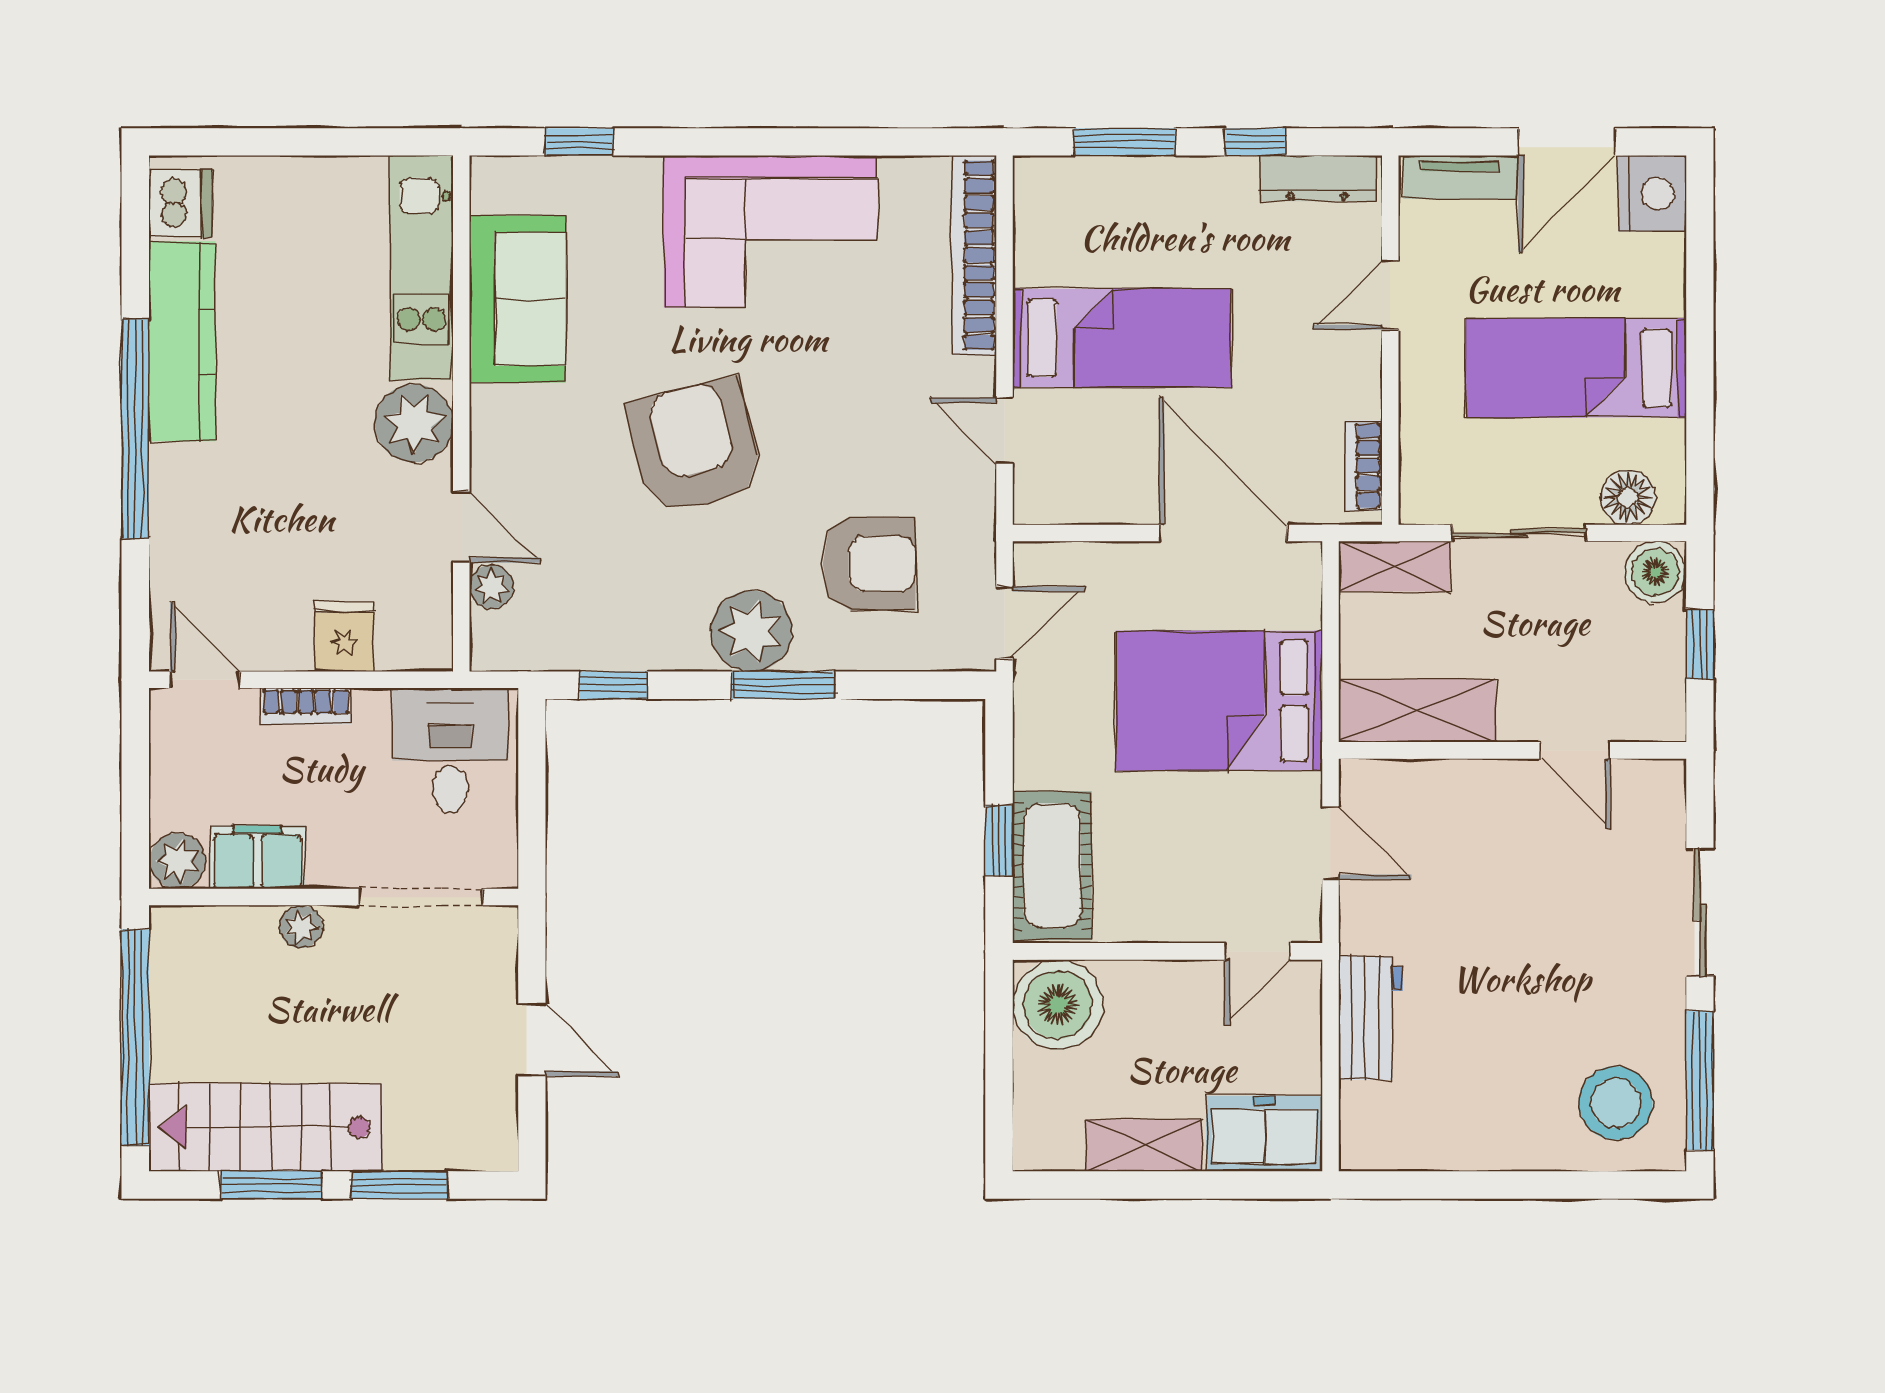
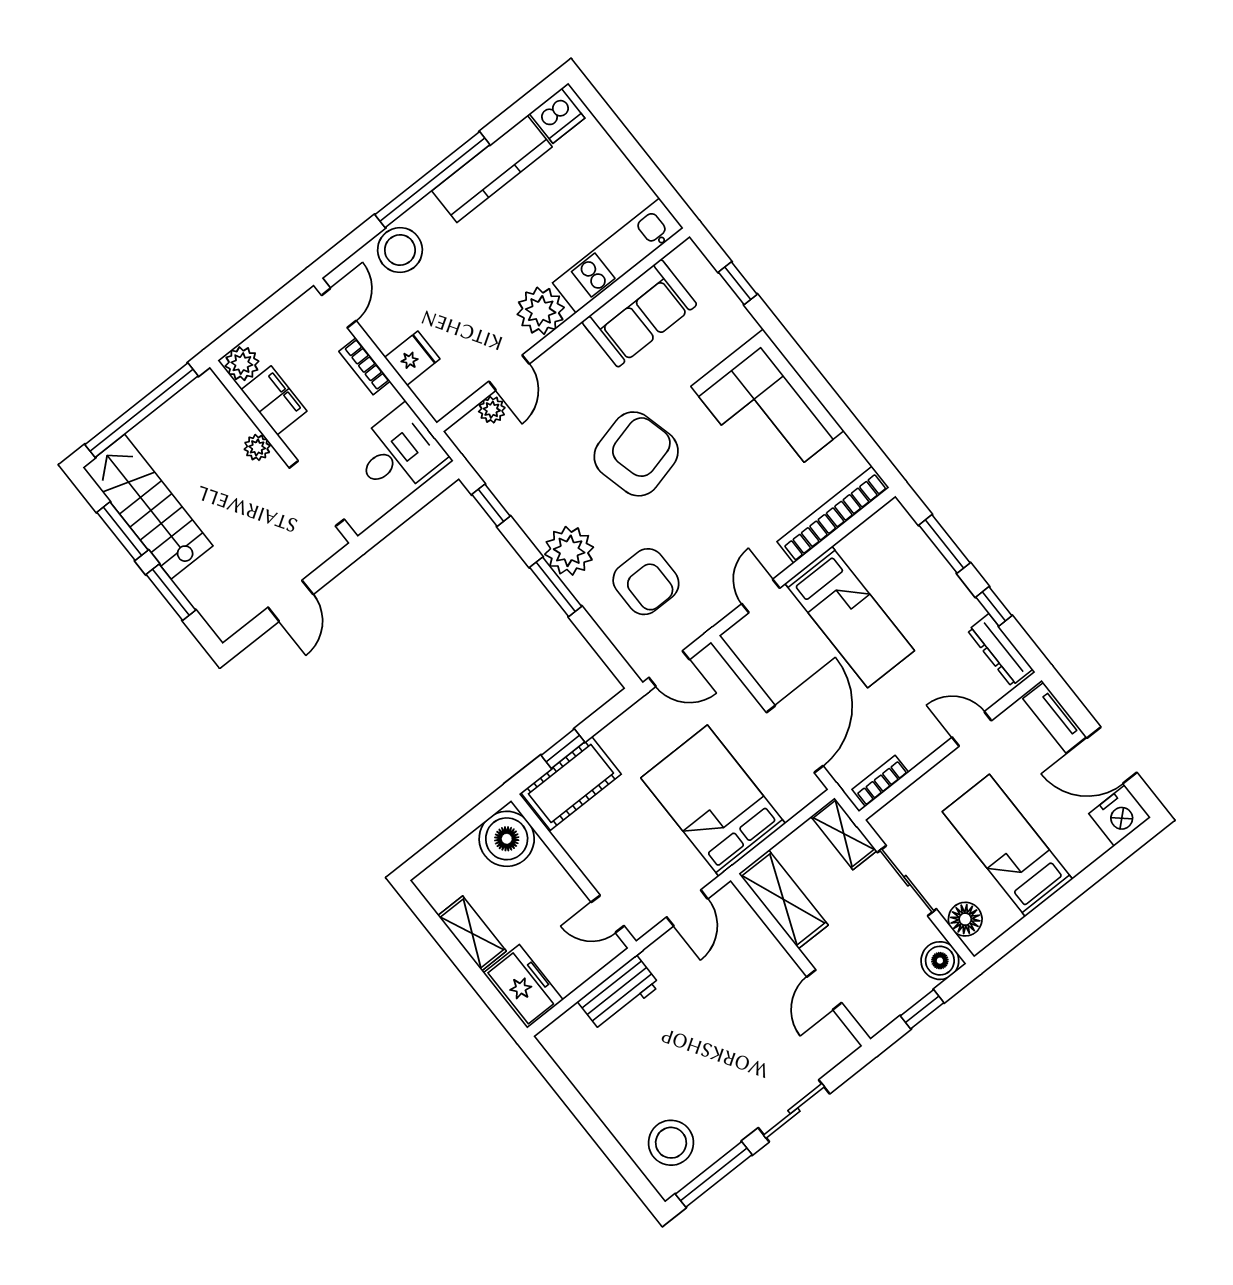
stool: (193, 542) -> (400, 250), added

